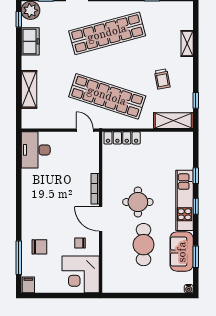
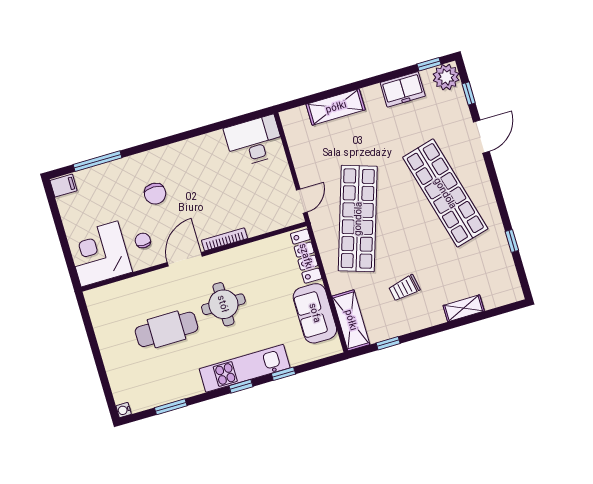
chair: (39, 247) -> (155, 194), moved
sofa: (182, 252) -> (315, 313), moved, turned -90

